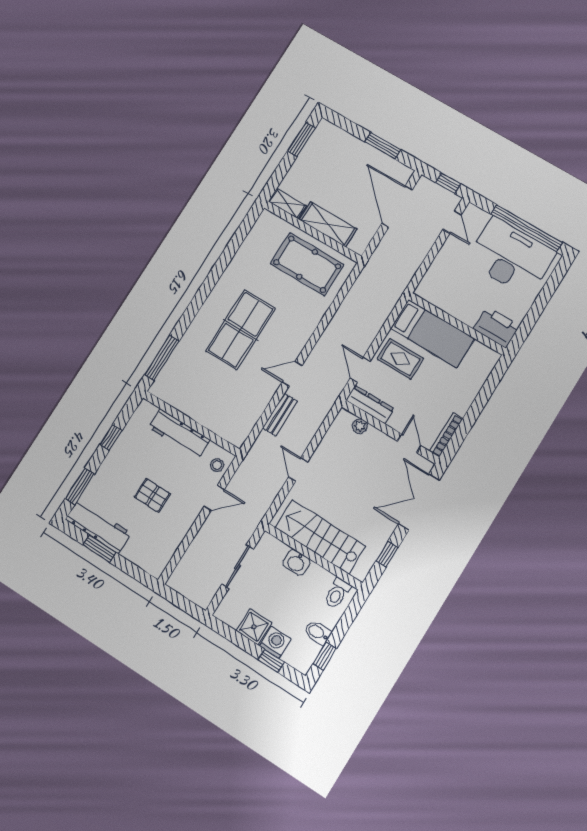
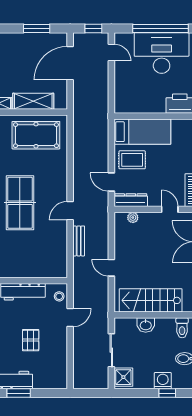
door: (397, 206) -> (70, 63), hinge flipped
pallet: (152, 495) -> (31, 340), turned 90
shower: (254, 627) -> (123, 377), moved

